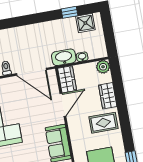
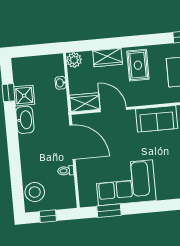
shower: (85, 23) -> (24, 96), moved
washbasin: (64, 57) -> (25, 120), moved, turned 180
door: (32, 72) -> (72, 142), hinge flipped

